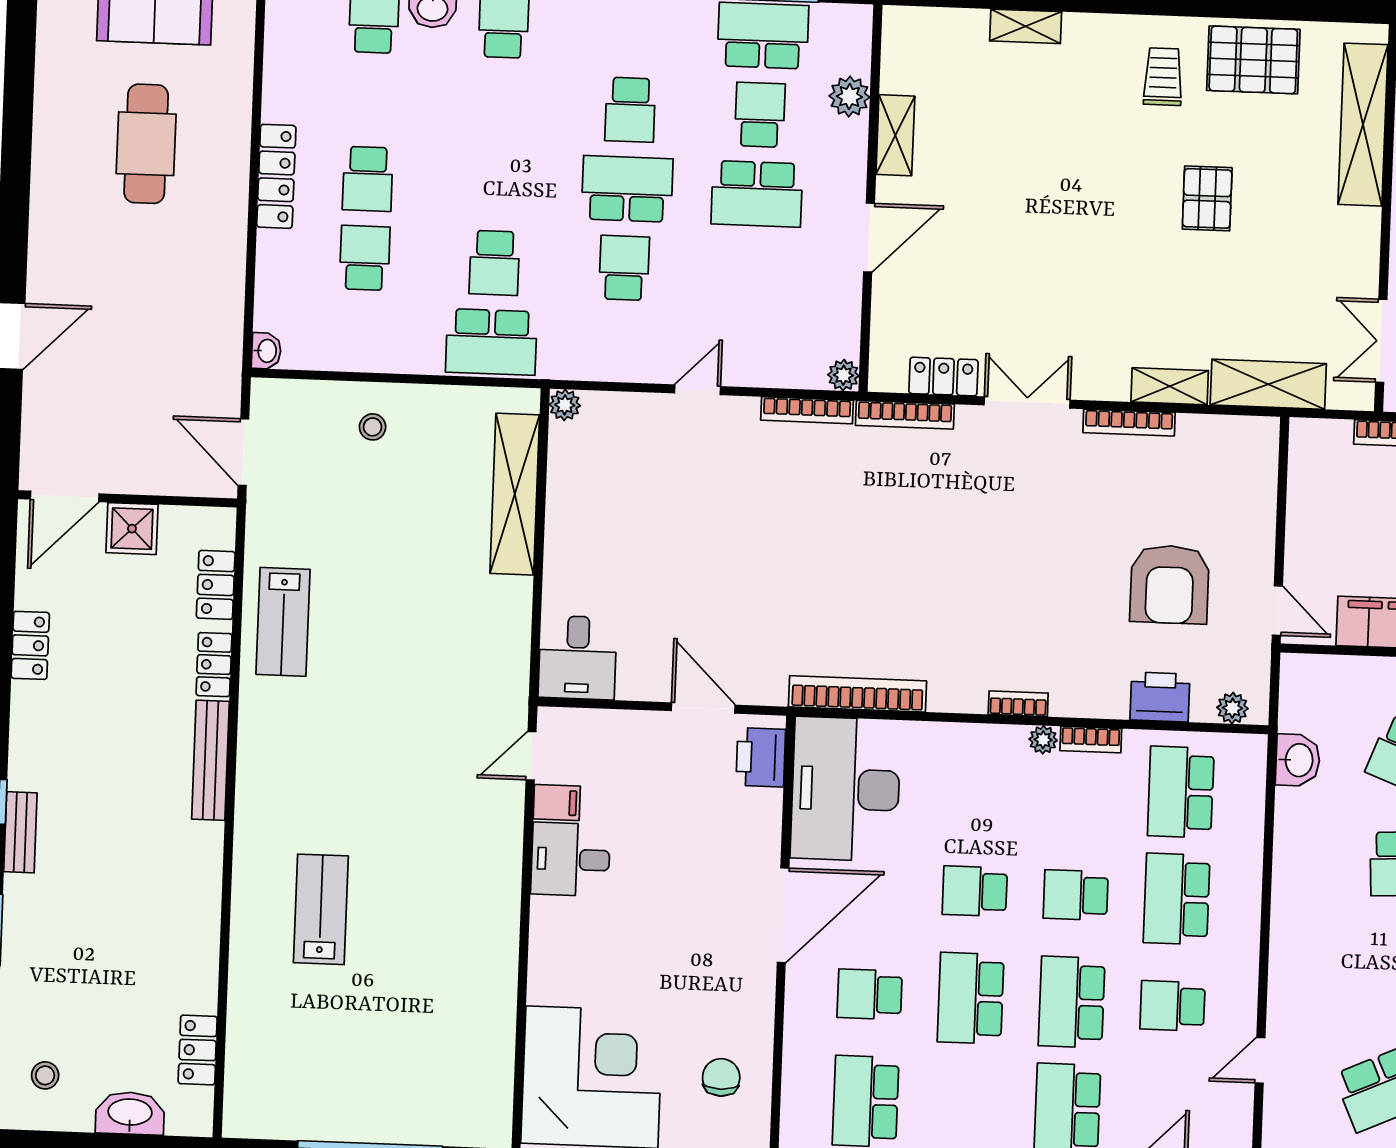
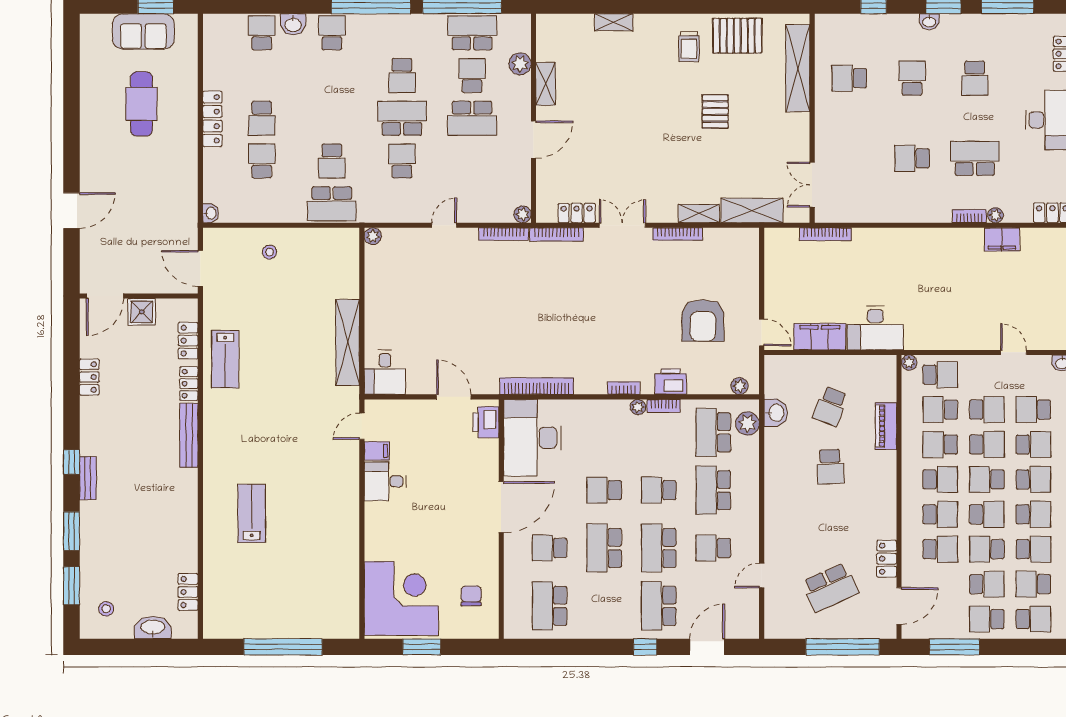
trolley: (1163, 77) -> (689, 47), turned 180
shelving: (515, 494) -> (348, 342), moved
printer: (1160, 697) -> (671, 381), moved
plant: (1245, 778) -> (748, 423), added

